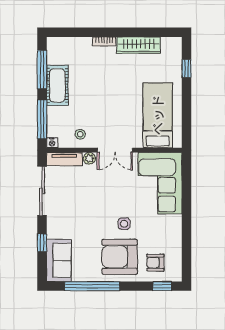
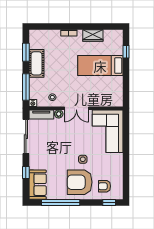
wardrobe: (139, 45) -> (93, 35), width x0.67
window: (42, 69) -> (26, 52), width x0.69
bed: (158, 115) -> (100, 66), moved, turned -90

